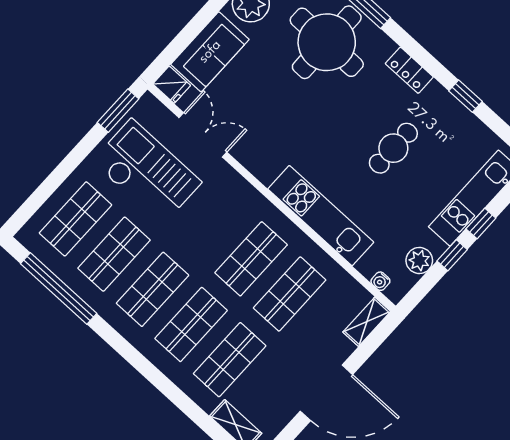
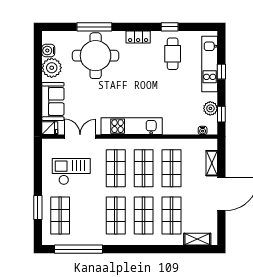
window: (118, 111) -> (38, 208), moved
cafe table: (393, 148) -> (173, 54), moved
checkout: (147, 172) -> (71, 171), width x0.73, depth x0.83
kitchen unit: (321, 216) -> (132, 126), moved
shop shelf: (114, 254) -> (116, 168), moved
window: (452, 255) -> (221, 114), moved
shelving: (367, 322) -> (212, 163), moved

